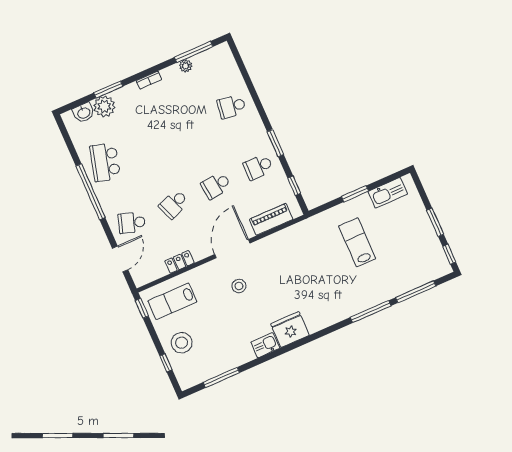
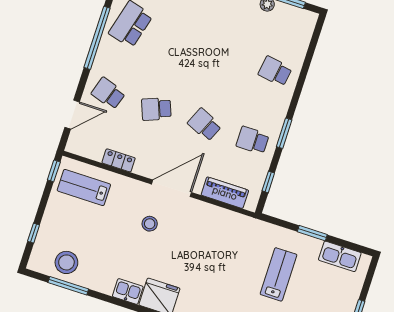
school desk: (216, 185) -> (205, 125), turned 30
stool: (182, 343) -> (66, 262), moved

